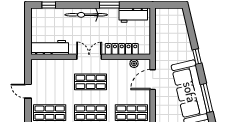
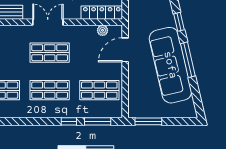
locker: (122, 49) -> (102, 13), moved
window: (207, 98) -> (188, 60), moved

